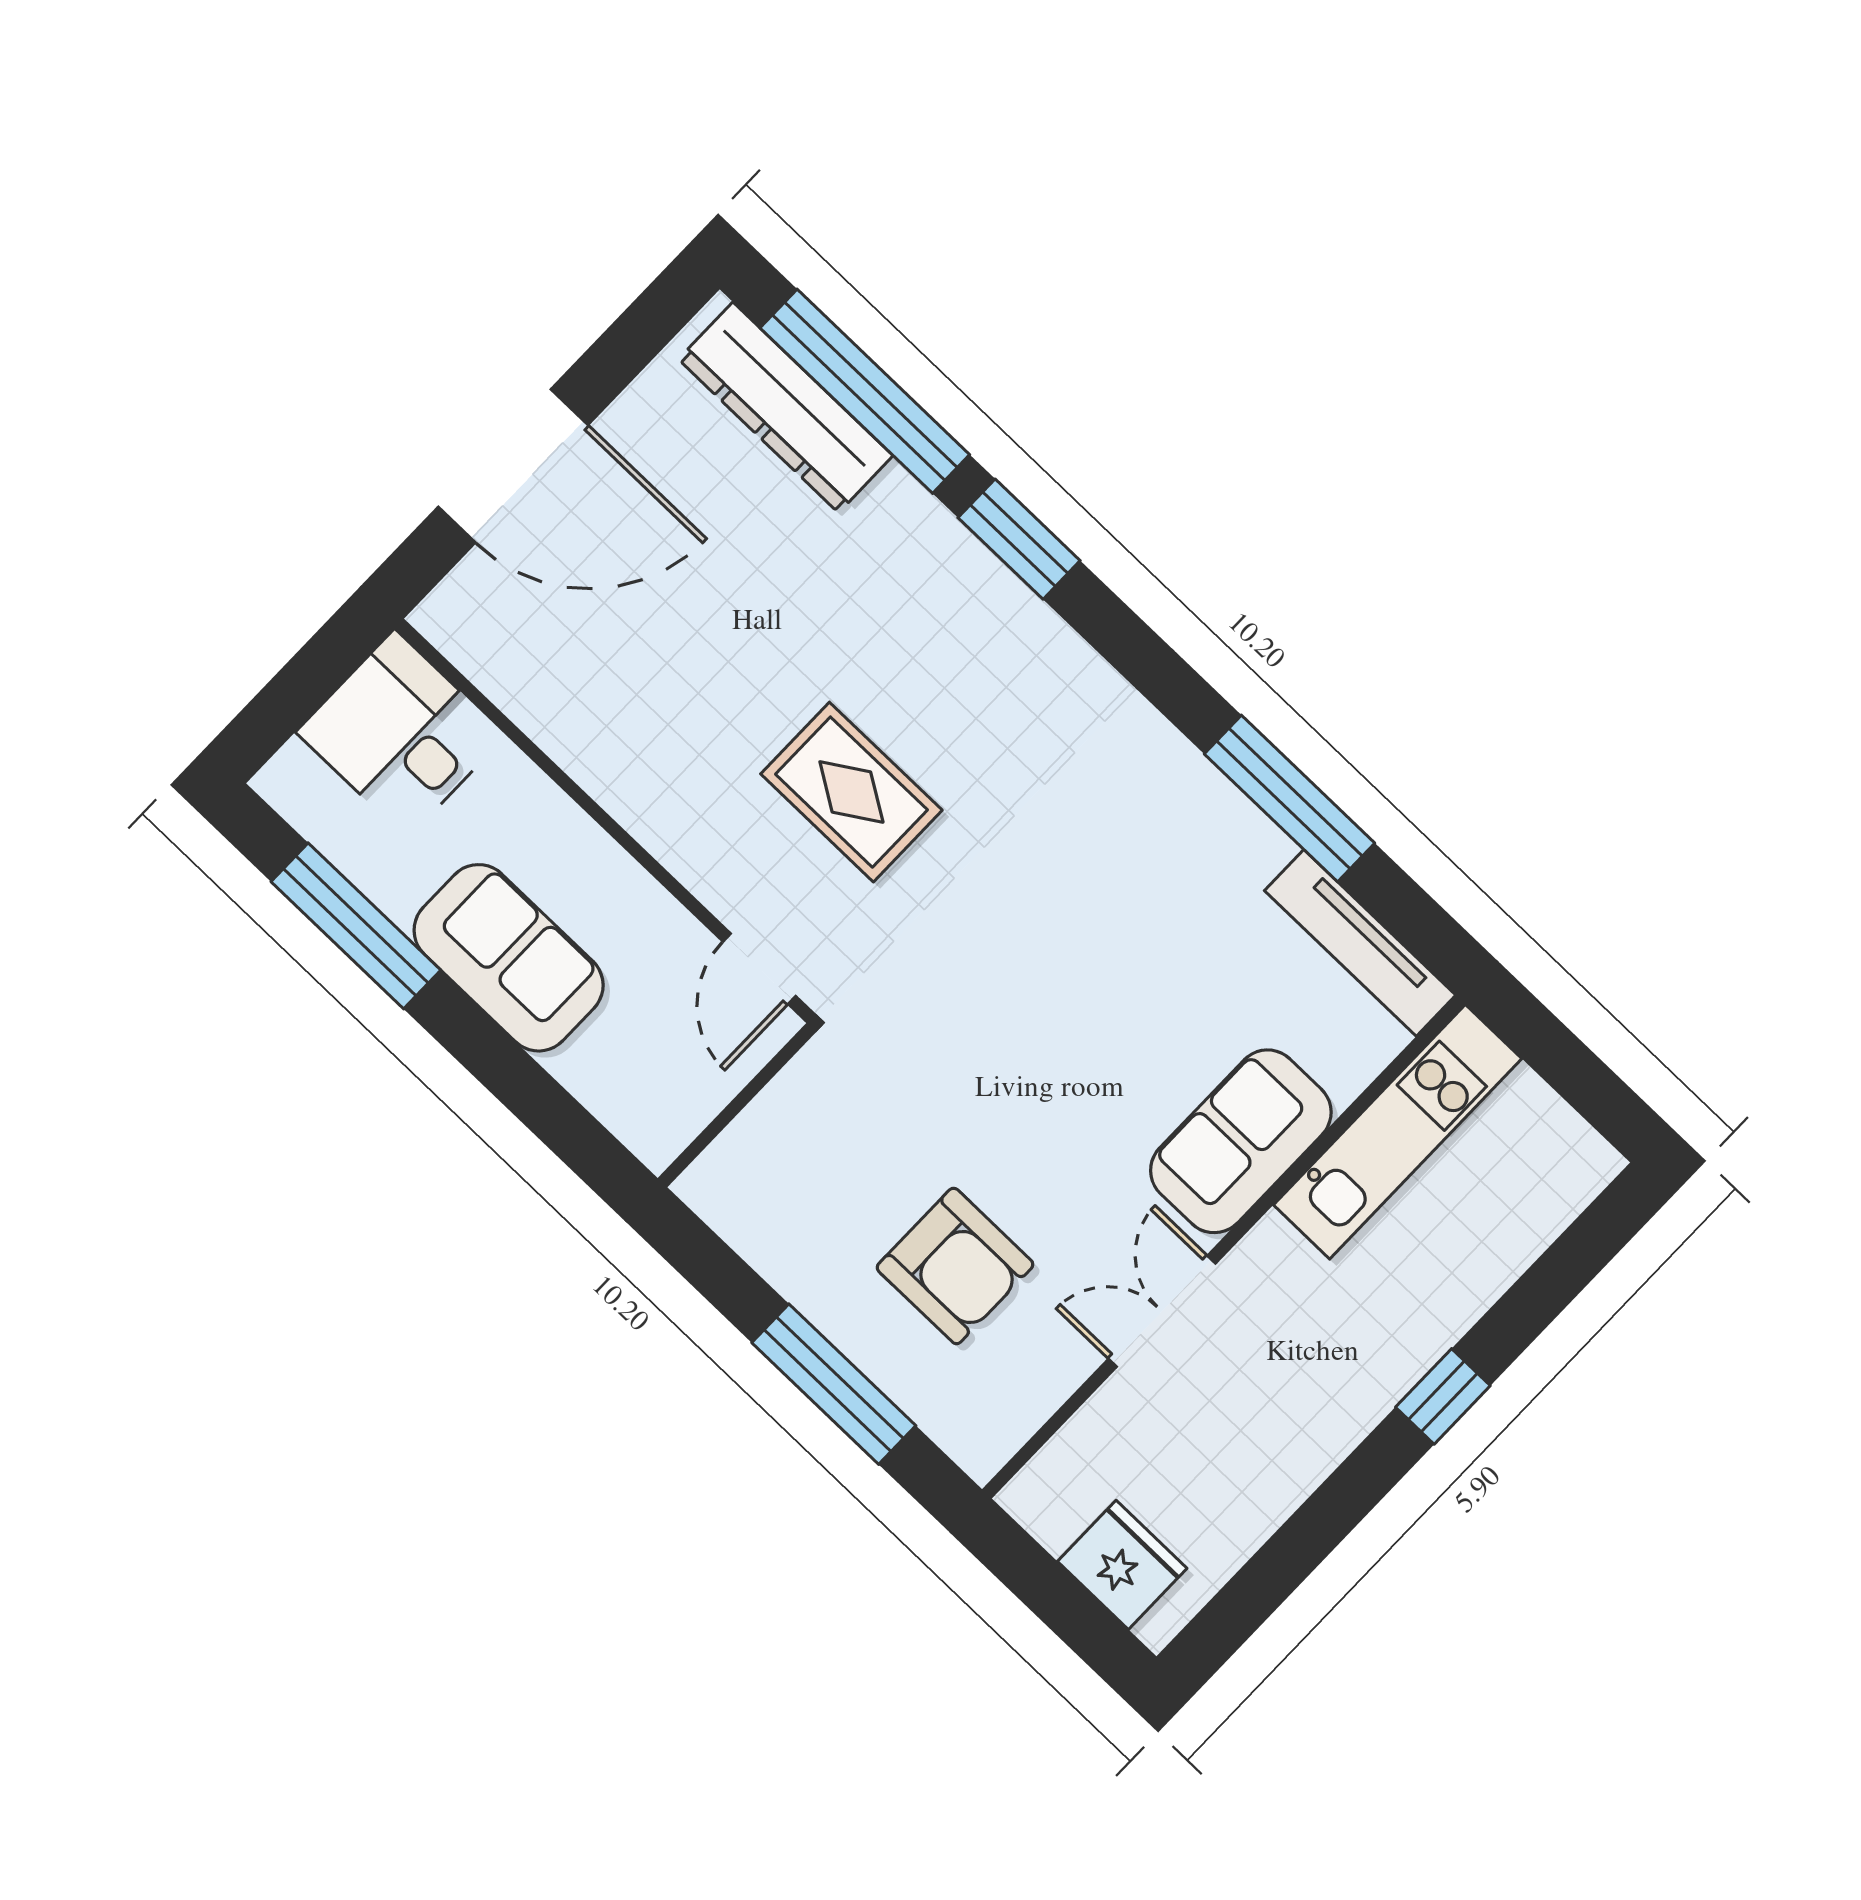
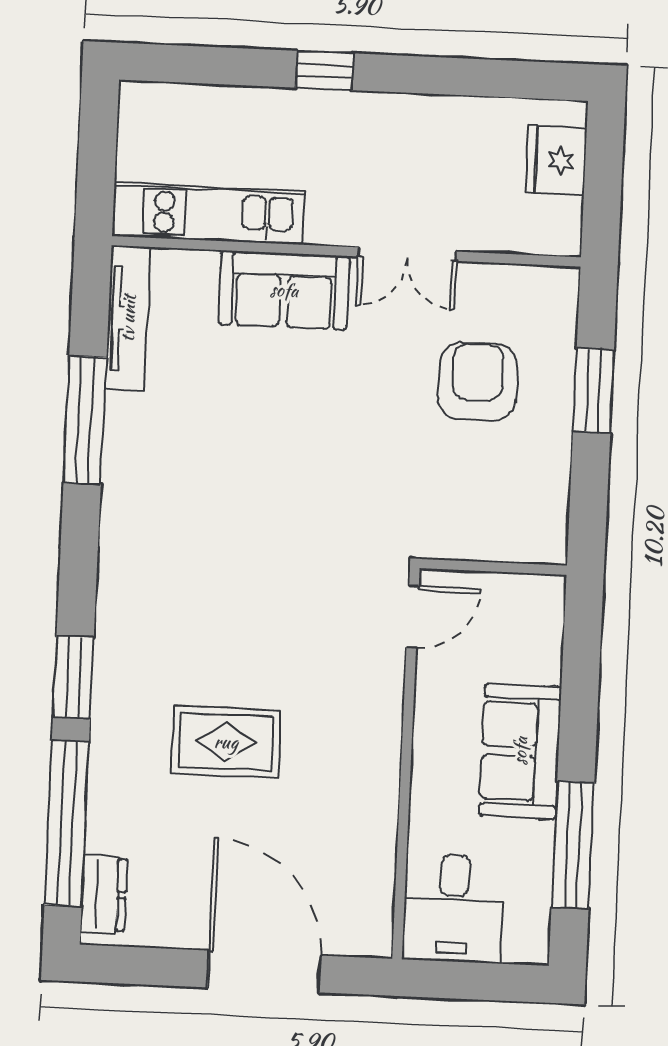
dresser: (786, 407) -> (104, 894), width x0.51, depth x0.80
rug: (851, 792) -> (226, 742), moved, turned 90
window: (834, 1384) -> (593, 391), width x0.69

